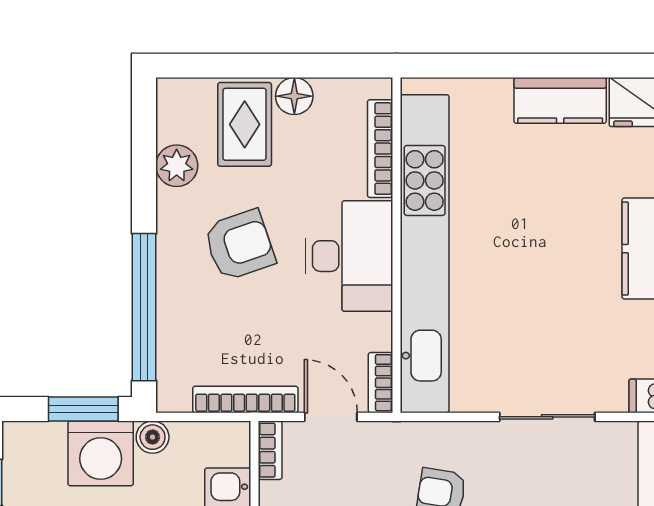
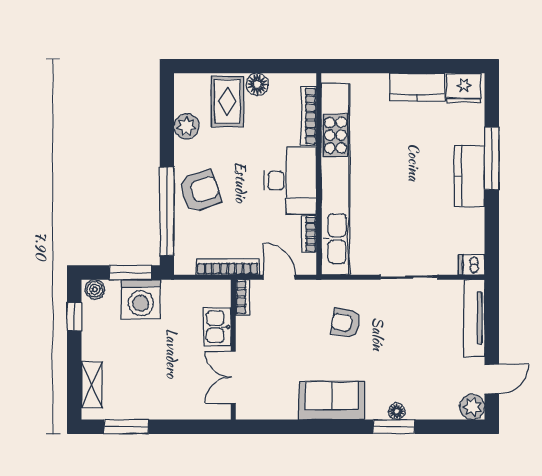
armchair: (239, 245) -> (200, 191), moved
bookcase: (381, 383) -> (309, 234), moved
boiler: (153, 437) -> (95, 289), moved

